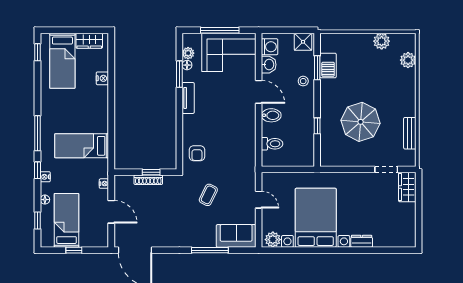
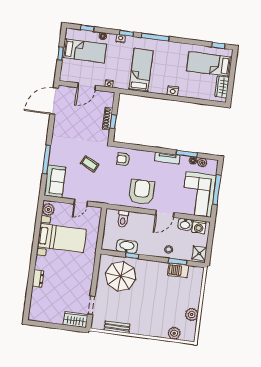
nightstand: (102, 78) -> (173, 91), moved
bidet: (271, 115) -> (145, 221), removed
parasol: (361, 122) -> (121, 276), moved
armchair: (235, 125) -> (142, 192), added
washbasin: (306, 134) -> (127, 246), added
bed with nightstands: (316, 218) -> (62, 238), width x0.73

